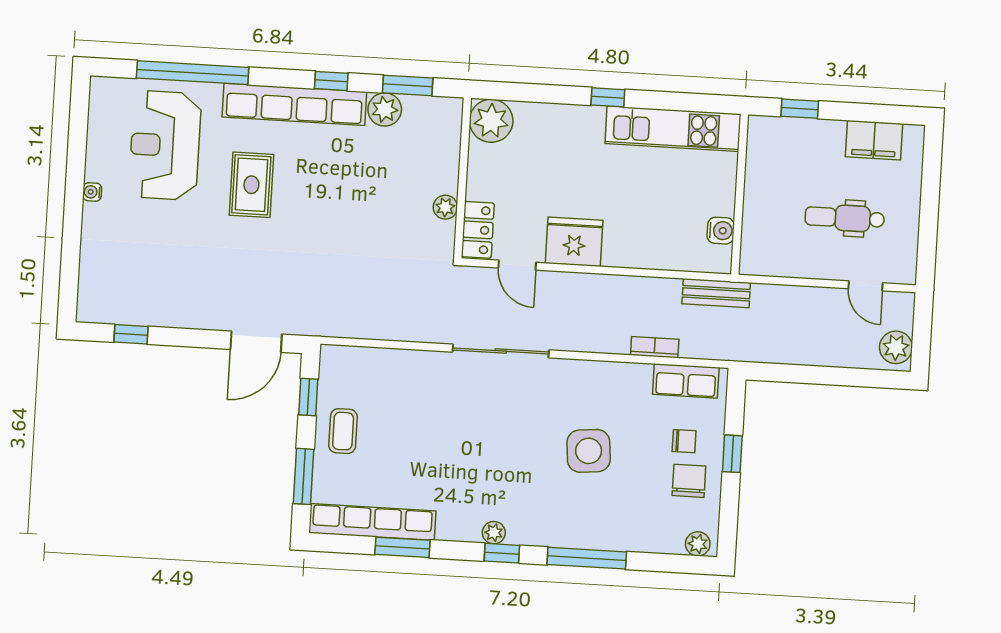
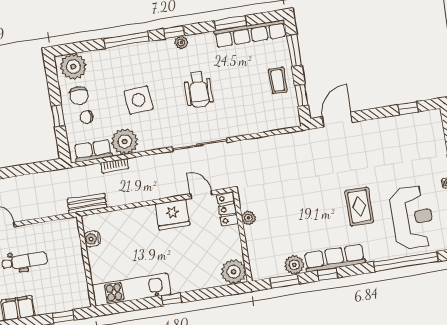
row of seats: (294, 104) -> (335, 258), width x0.73
plant: (628, 385) -> (125, 141), added
wheelchair: (482, 446) -> (198, 89), added
plant: (698, 544) -> (73, 67), width x1.88, depth x1.88

